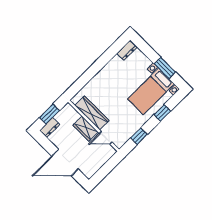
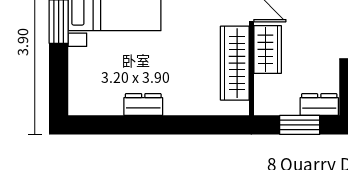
dresser: (127, 50) -> (143, 104), moved

